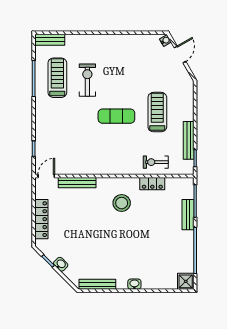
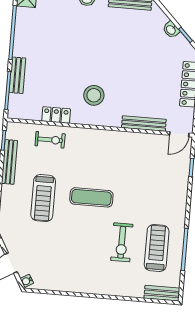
treadmill: (57, 78) -> (157, 248), turned 180

